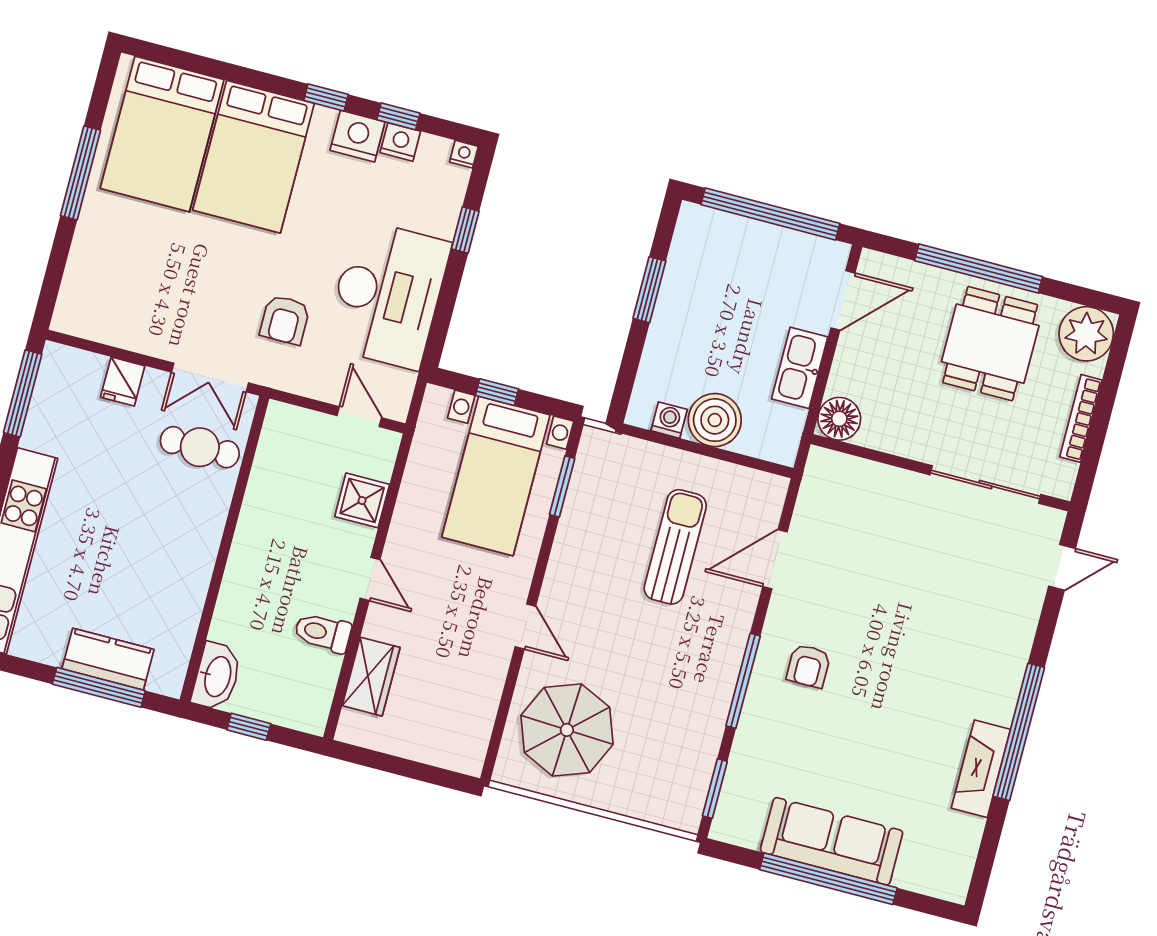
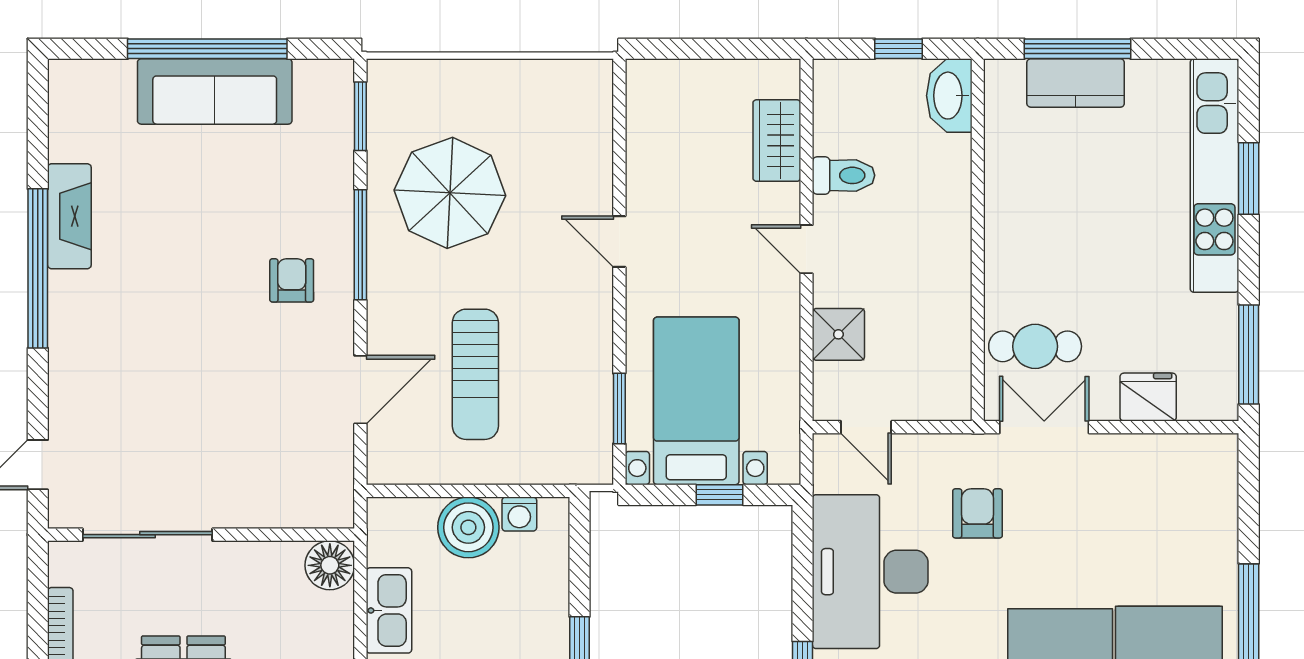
fridge: (123, 382) -> (1148, 397), width x1.38
parasol: (567, 730) -> (450, 193), moved

